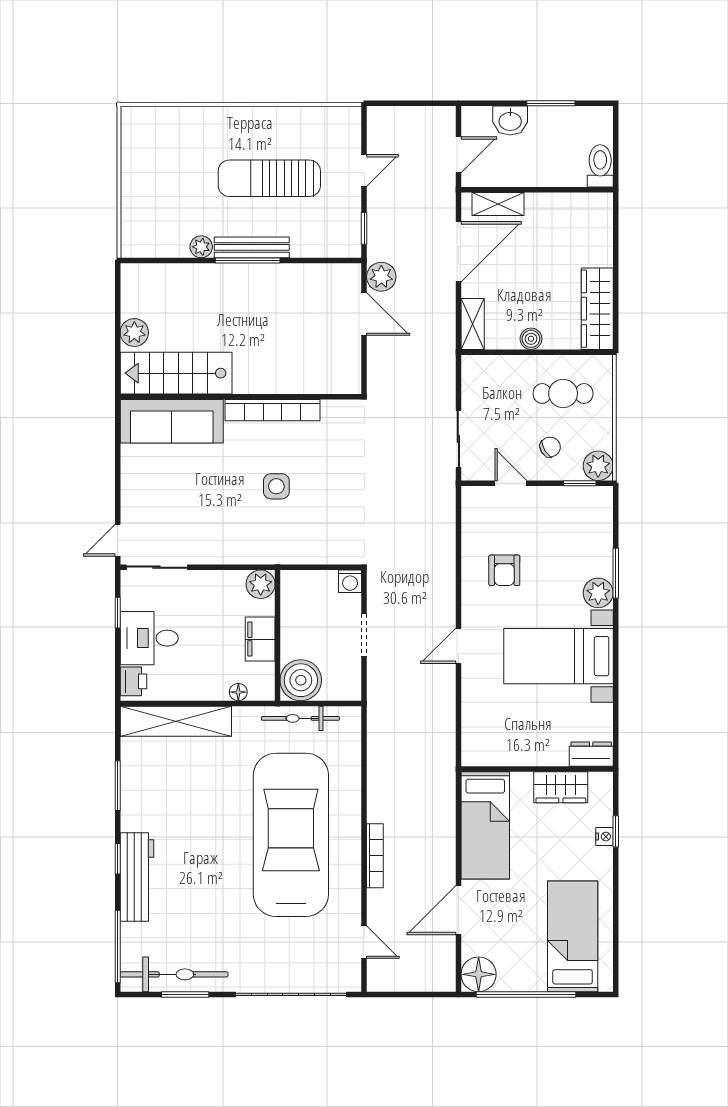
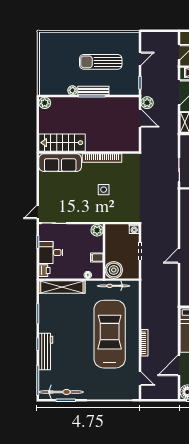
plant: (134, 333) -> (45, 103), moved
filing cabinet: (260, 639) -> (97, 258), width x0.50

